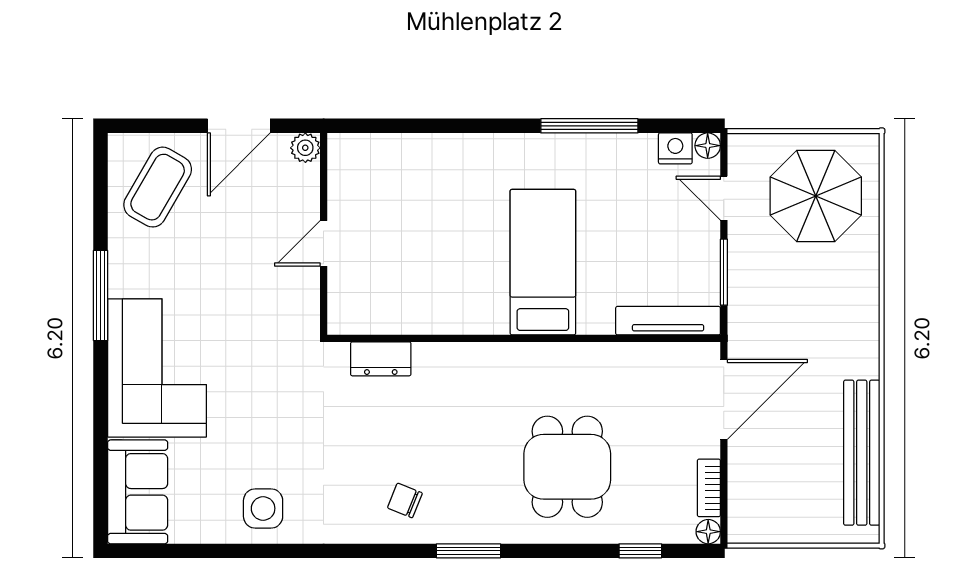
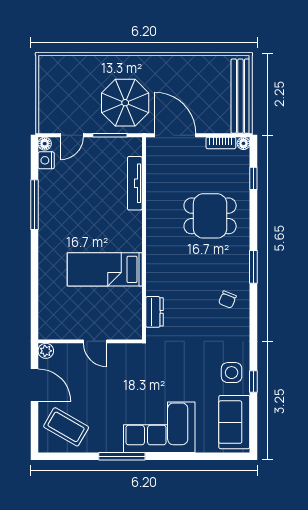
parasol: (816, 196) -> (125, 103), moved
bed: (543, 262) -> (105, 269), moved
tv unit: (668, 321) -> (135, 183), moved
bench: (862, 453) -> (240, 96), moved, turned 90
sofa: (138, 492) -> (234, 422), moved, turned -90
window: (246, 551) -> (253, 382), added

